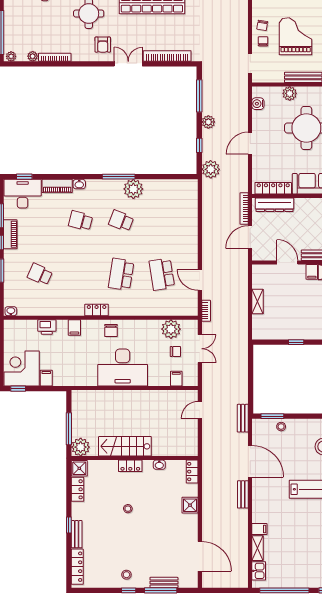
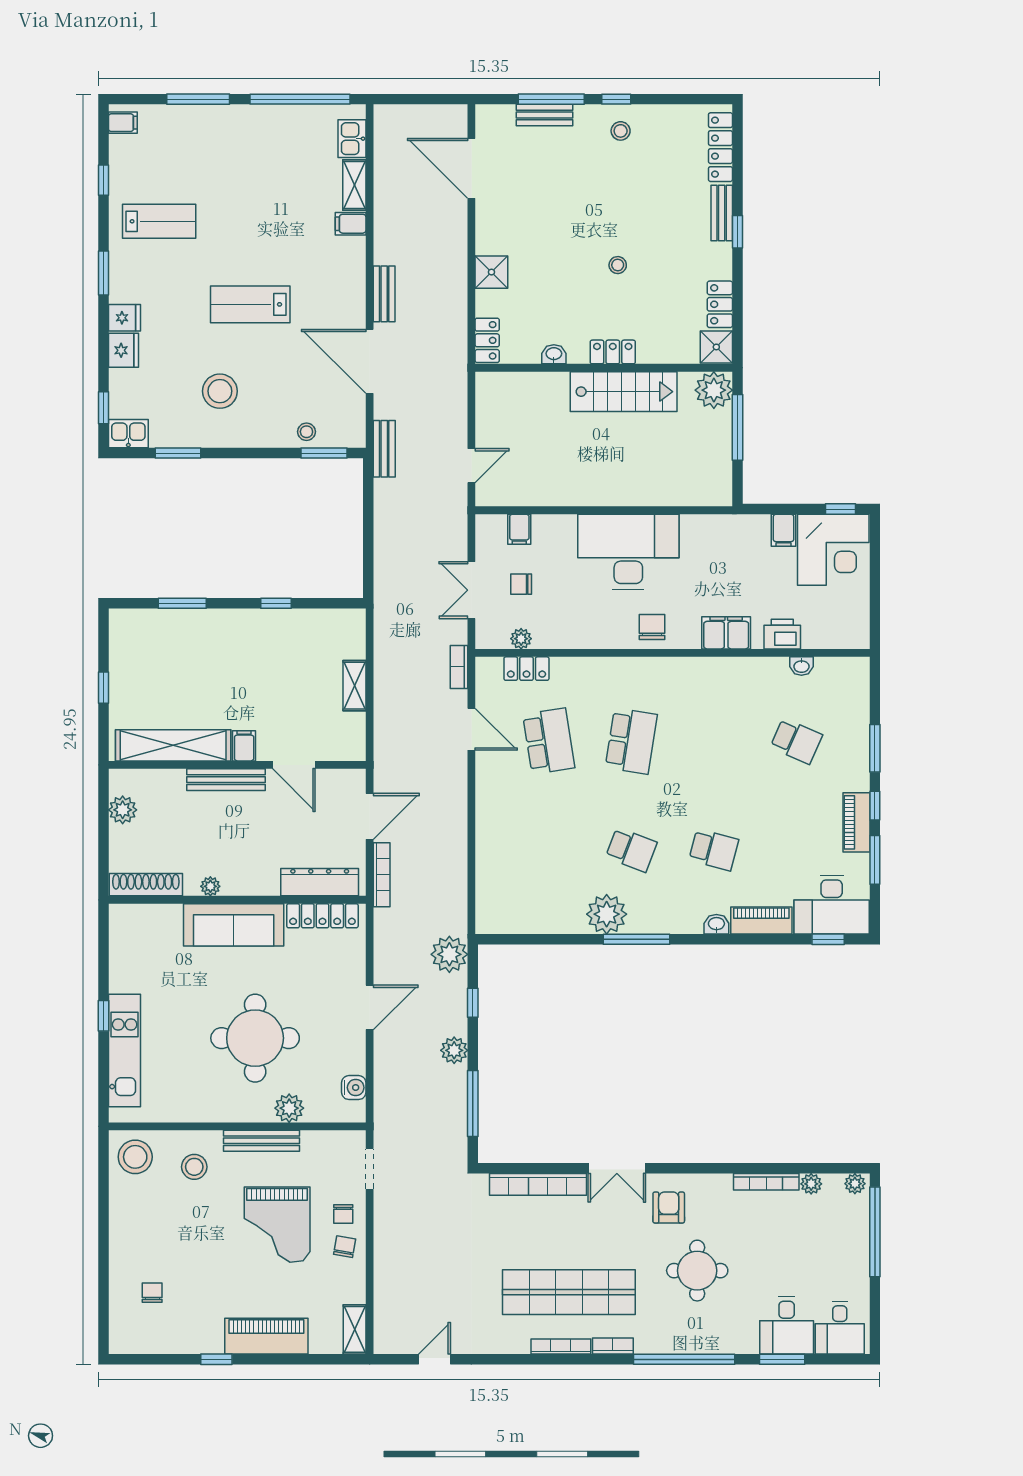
locker: (97, 310) -> (526, 669), moved
washbasin: (11, 311) -> (801, 666), moved
filing cabinet: (74, 328) -> (726, 633), width x2.00
plant: (171, 329) -> (521, 639), width x0.53, depth x0.53

